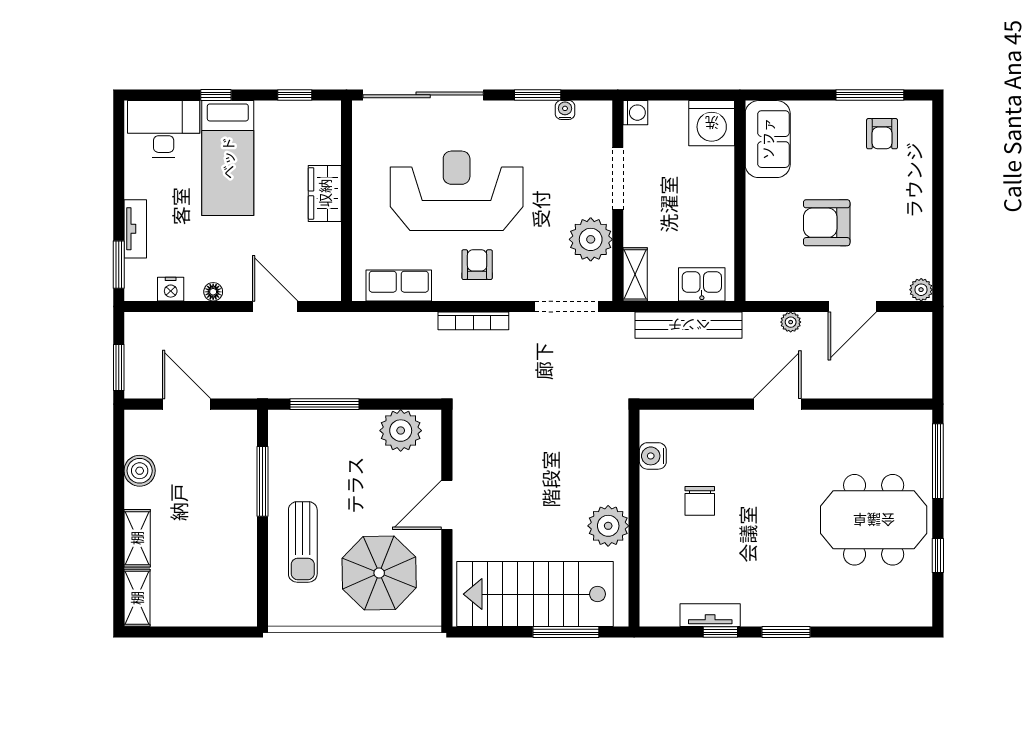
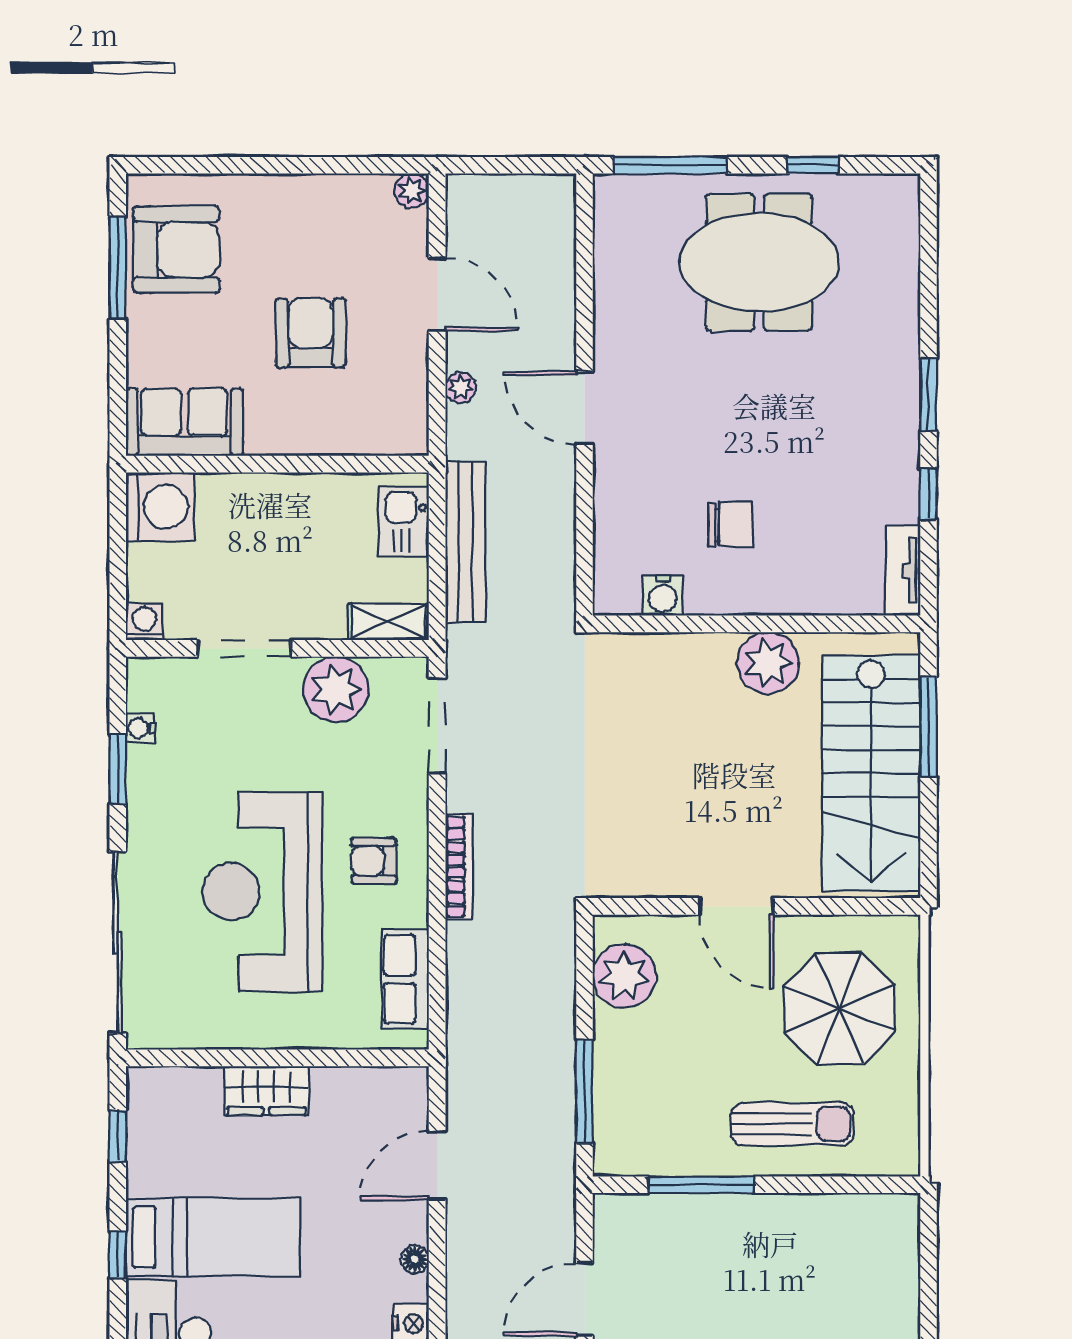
armchair: (882, 134) -> (176, 250), width x1.88, depth x1.88
armchair: (827, 223) -> (311, 333), turned 180
meeting table: (874, 520) -> (759, 262), turned 90
tv unit: (710, 615) -> (903, 570), moved

